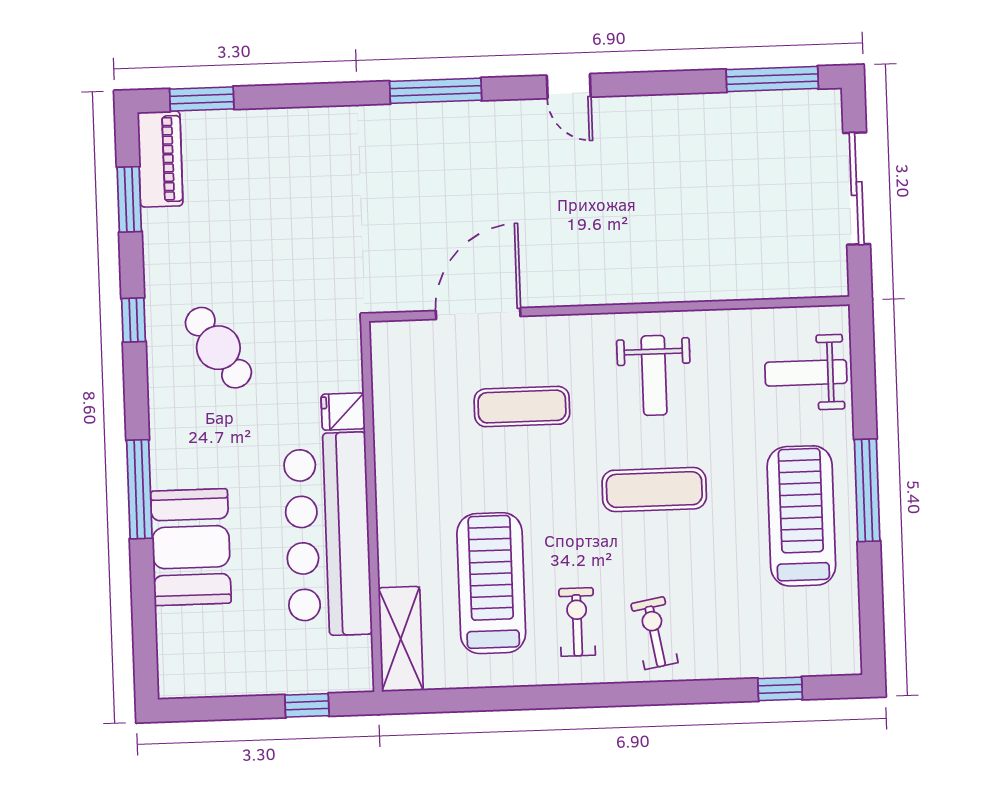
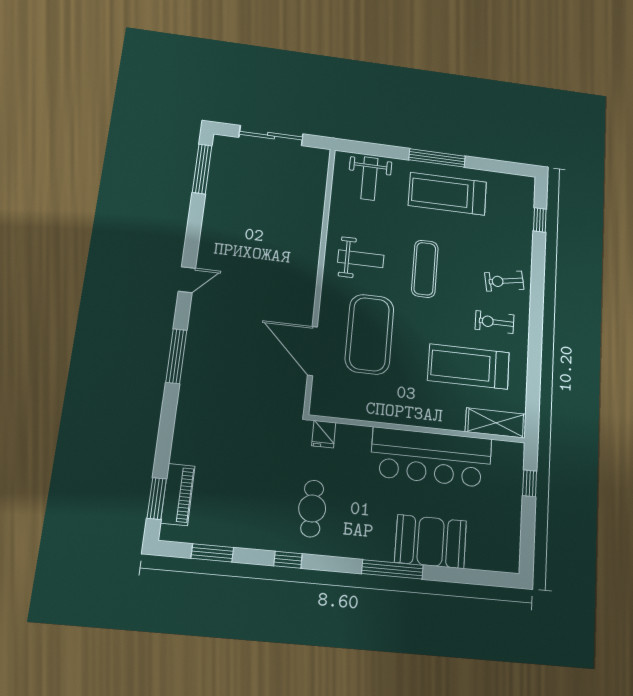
piano: (160, 159) -> (178, 494), moved, turned 90
cafe table: (218, 348) -> (312, 508), turned -57
exercise mat: (522, 407) -> (370, 334), width x2.00, depth x1.45
fridge: (343, 412) -> (324, 434), moved

